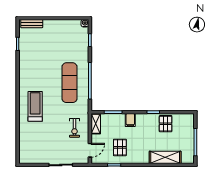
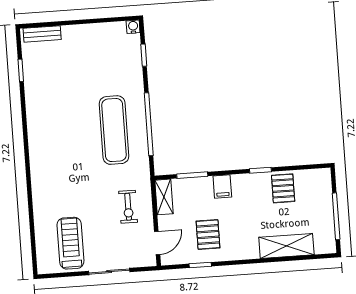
treadmill: (35, 106) -> (70, 243), moved

